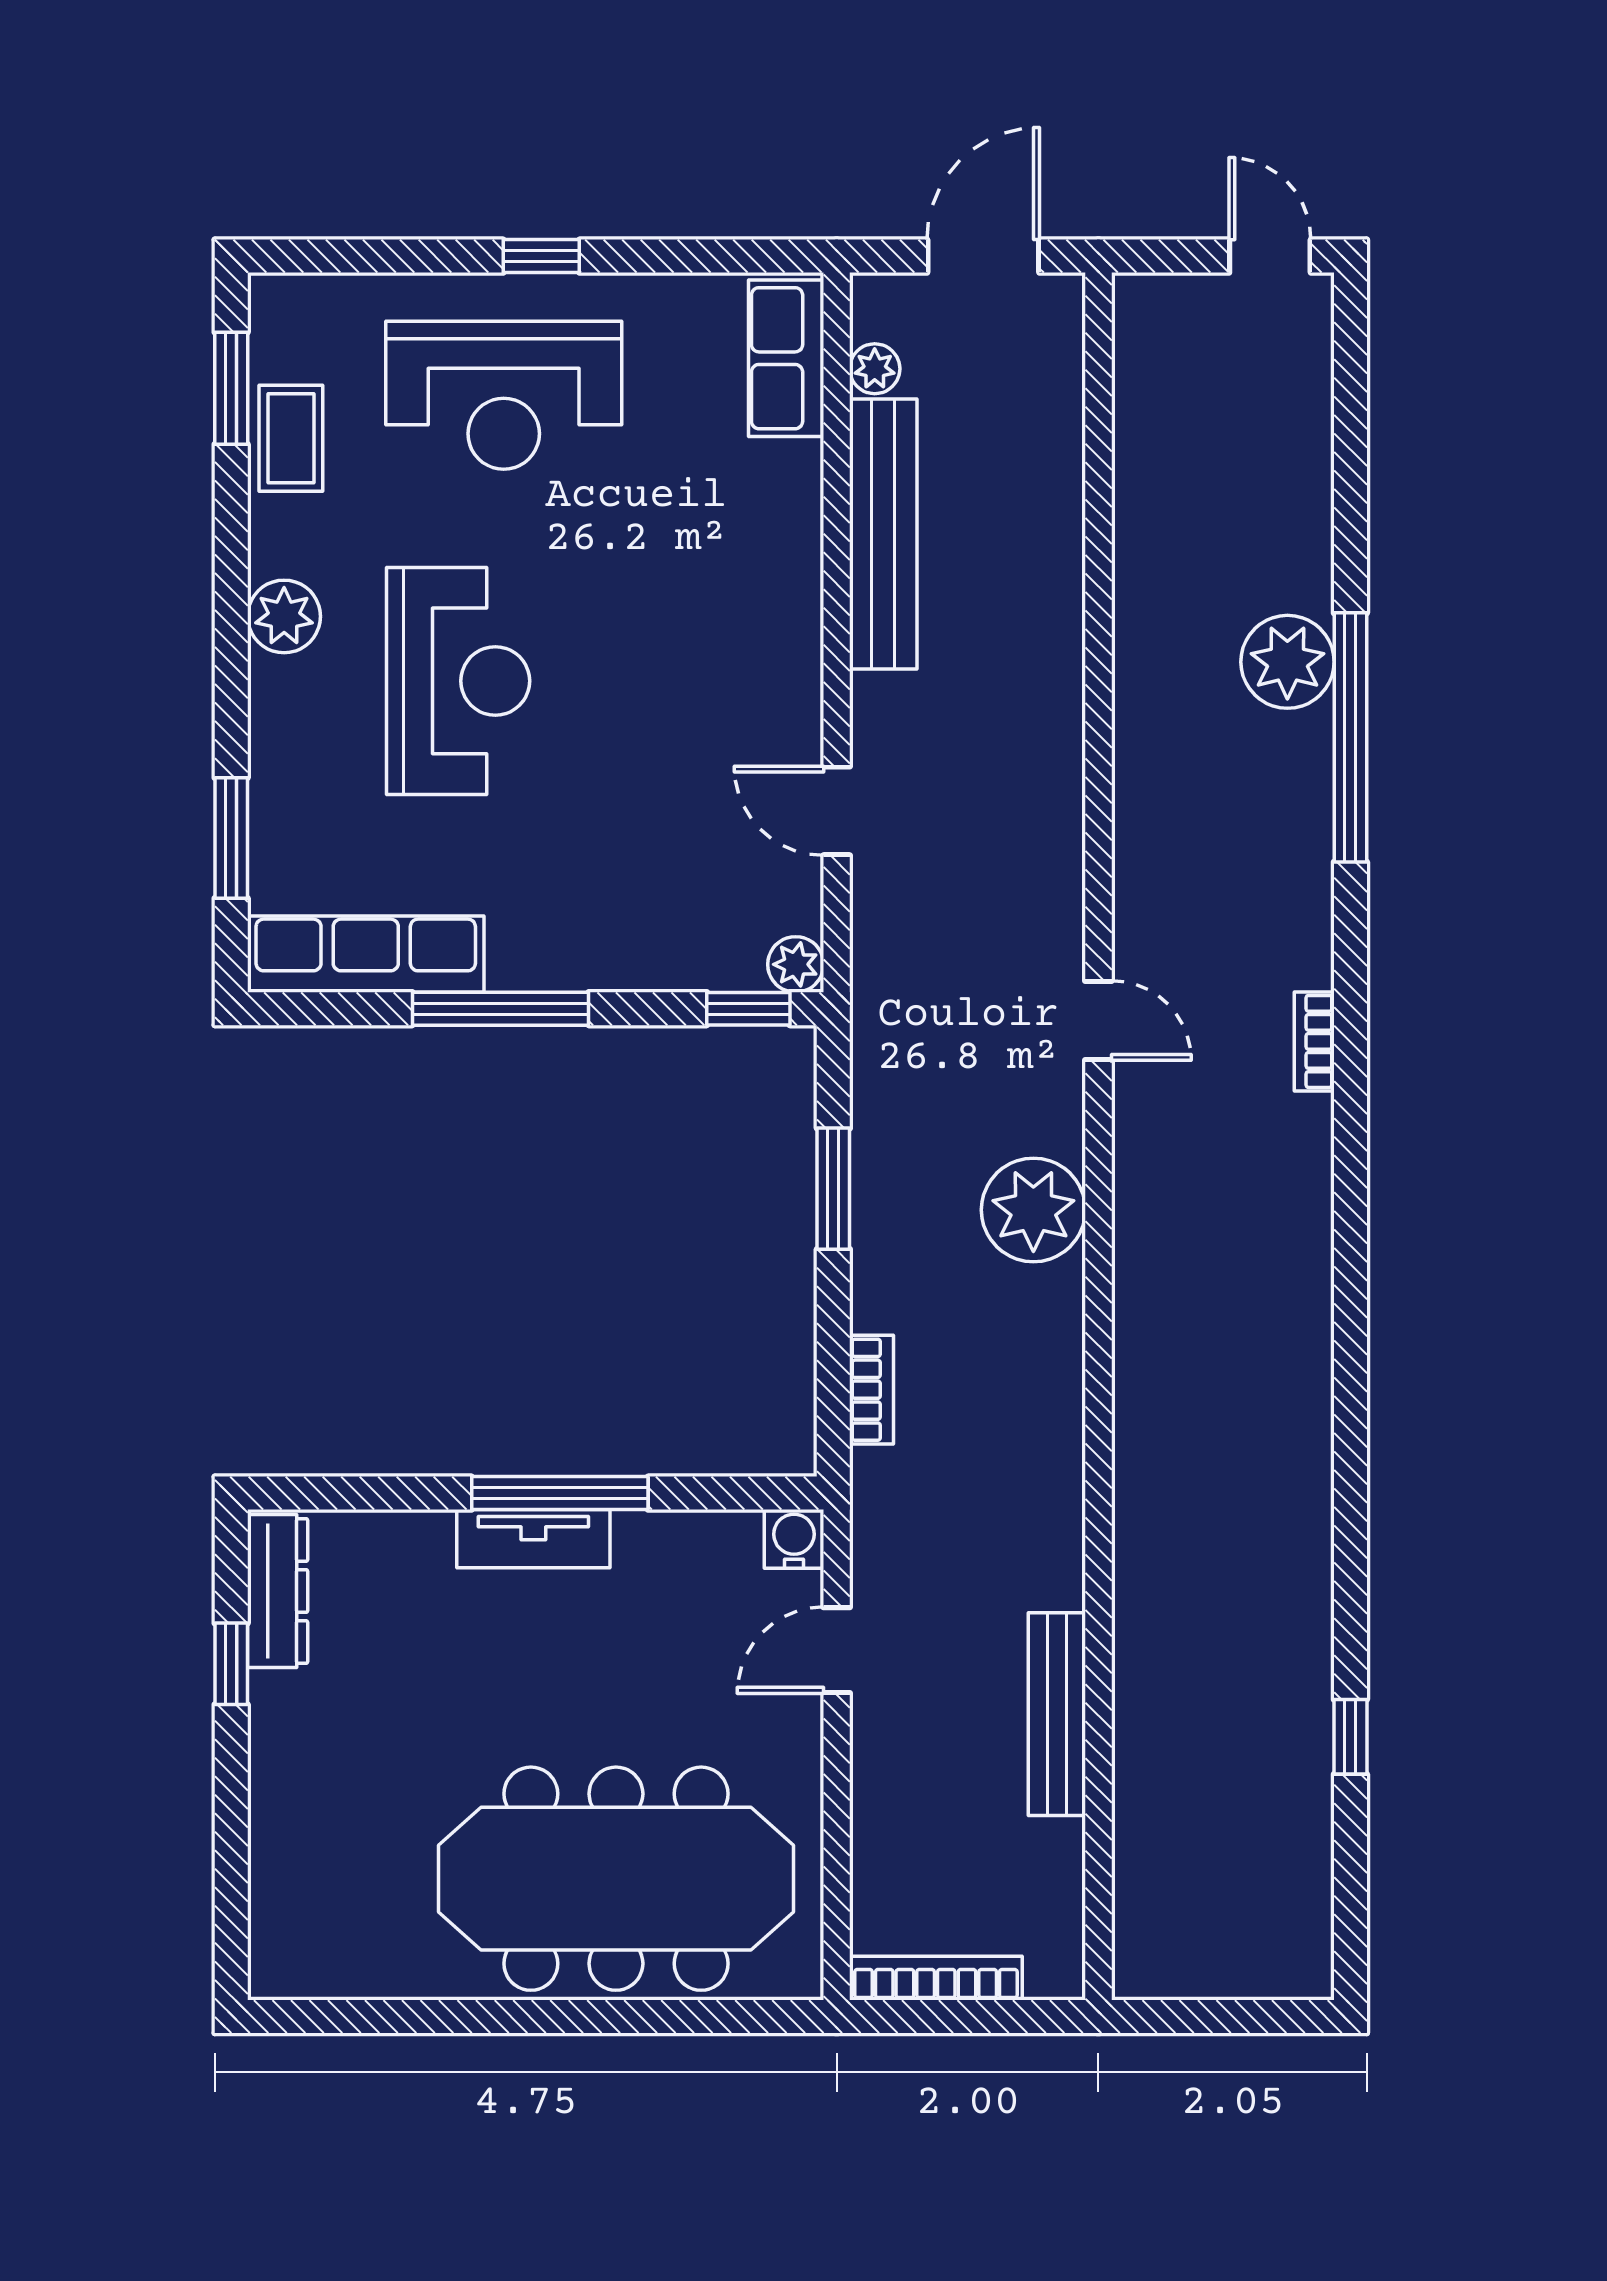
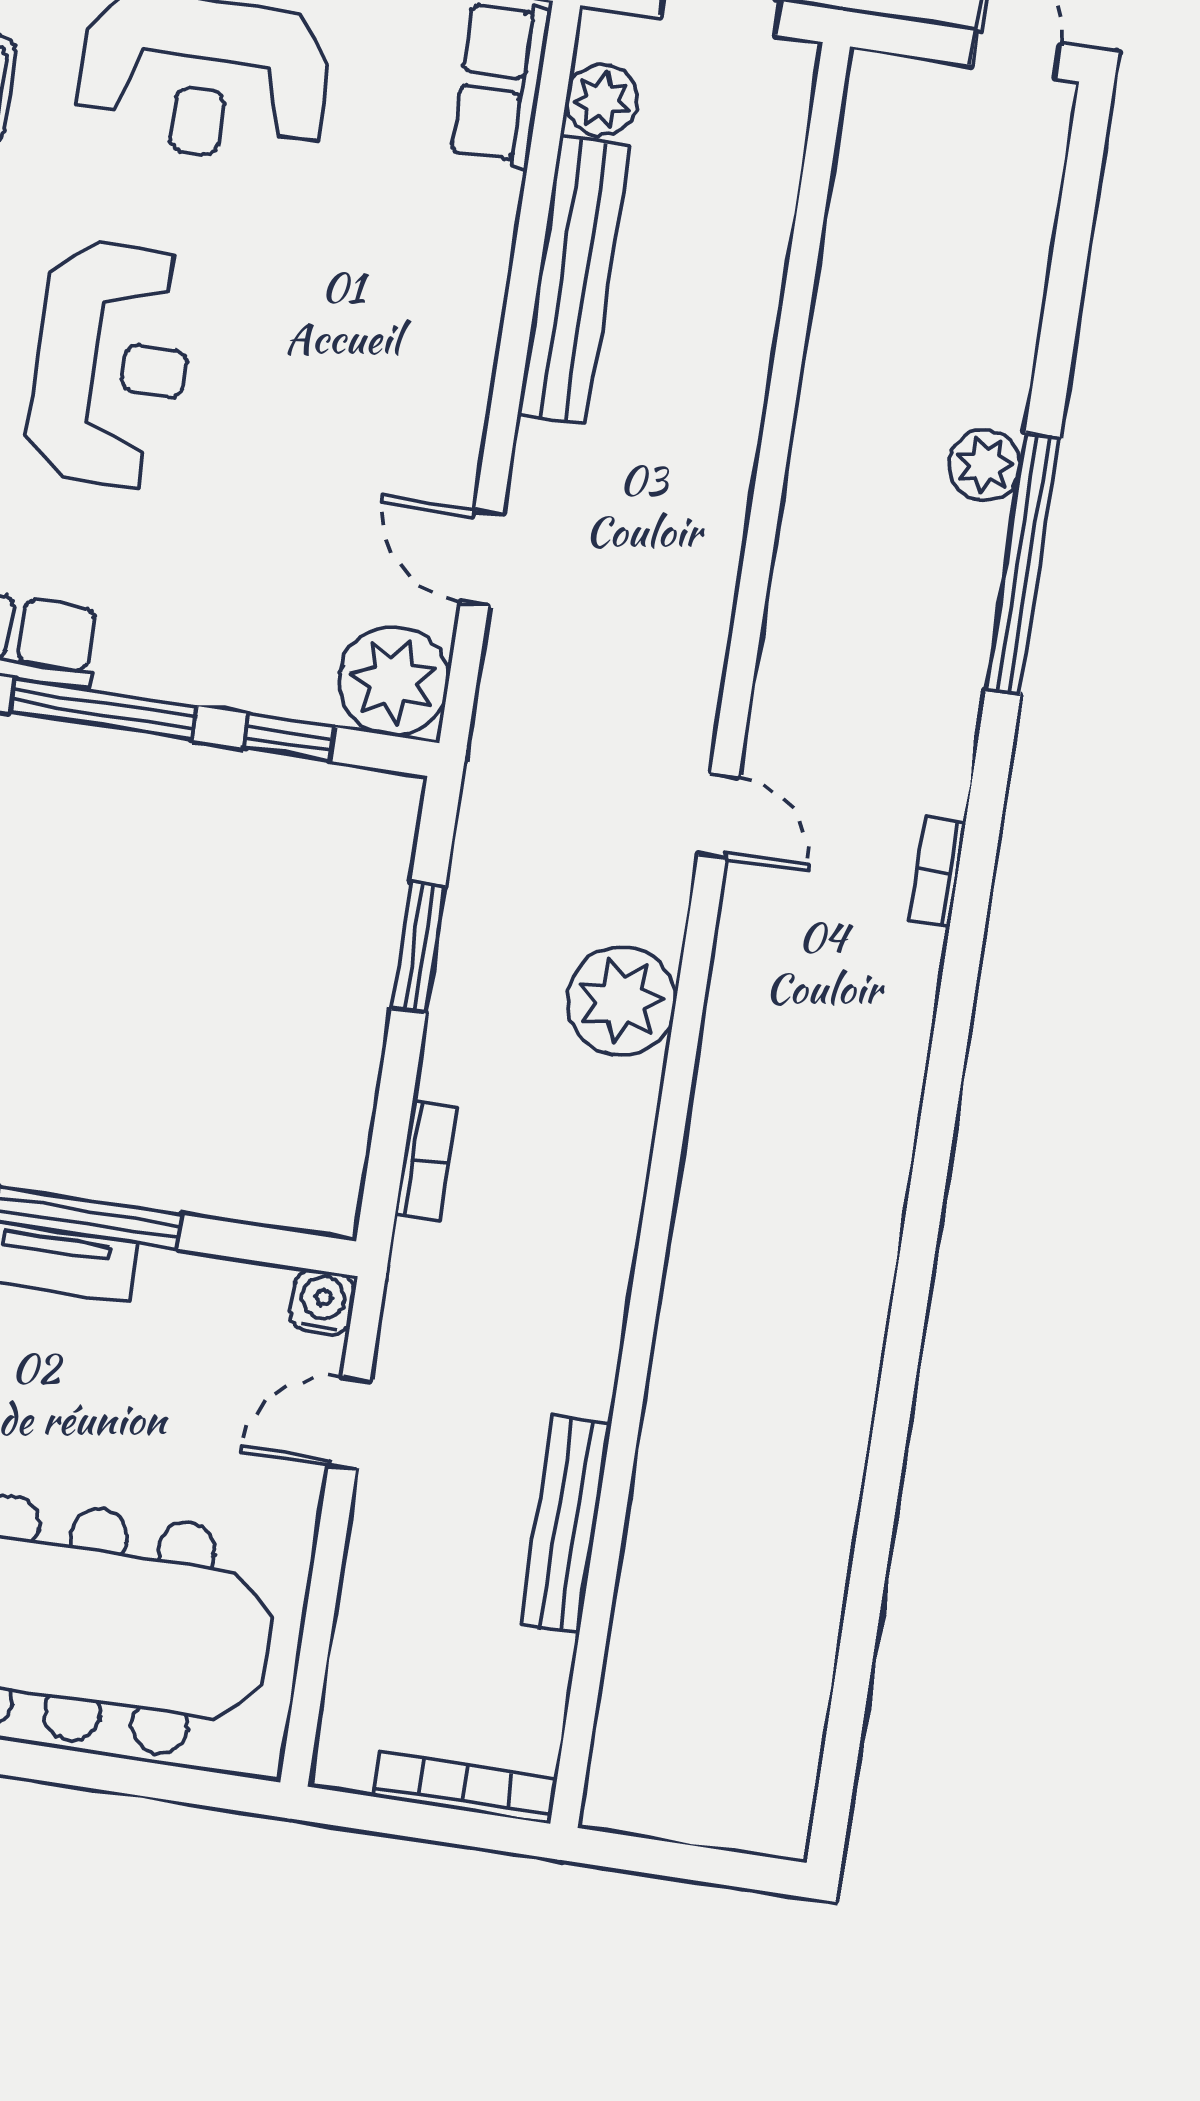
plant: (875, 369) -> (602, 100), width x1.38, depth x1.38
plant: (1287, 662) -> (985, 465), width x0.73, depth x0.73
plant: (796, 964) -> (394, 681), width x1.88, depth x1.88
window: (748, 1009) -> (289, 738), moved
window: (1350, 1737) -> (865, 1594), removed
bookcase: (936, 1978) -> (465, 1787), moved

